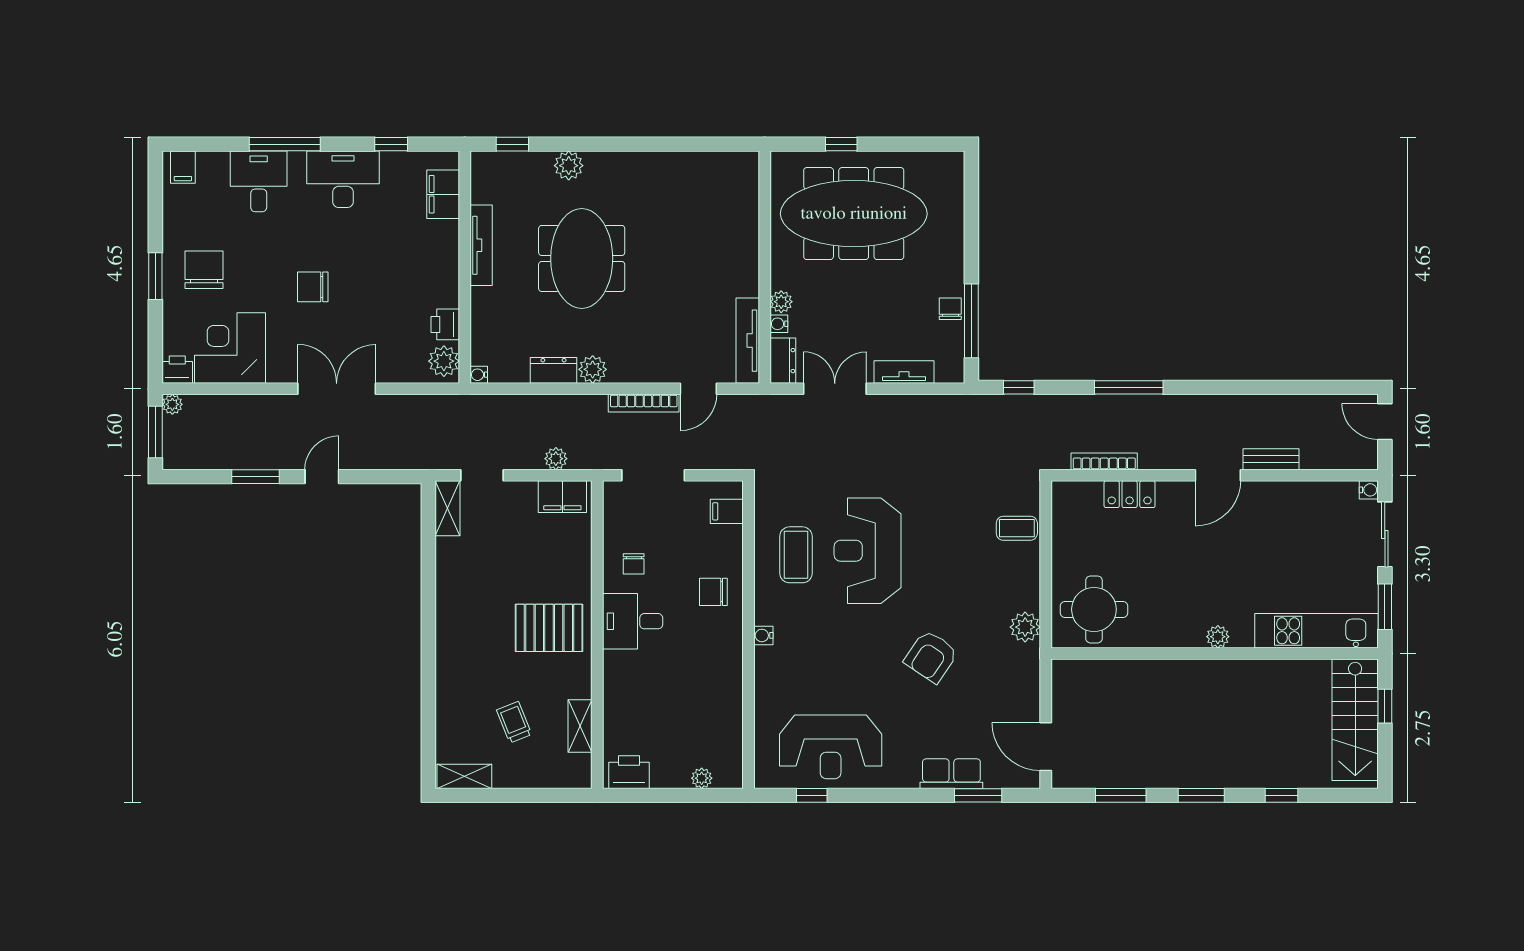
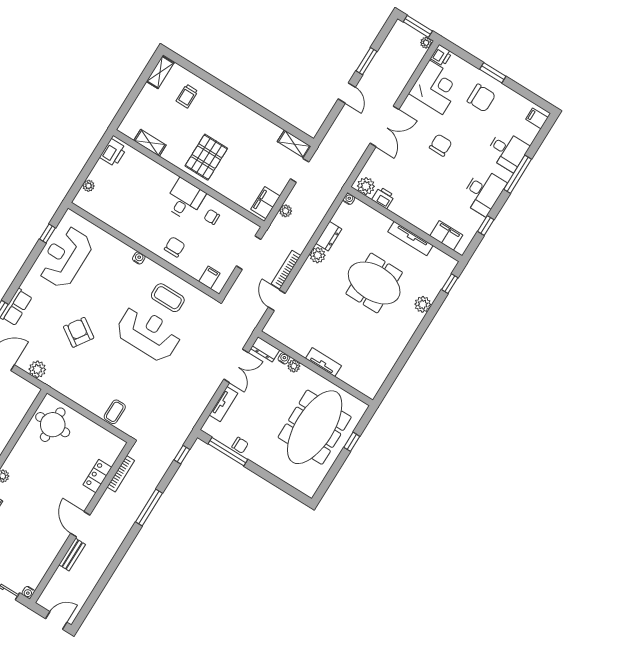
tv unit: (748, 341) -> (323, 362), moved, width x0.71
plant: (1025, 627) -> (37, 369), moved
trolley: (514, 722) -> (187, 96), moved, turned 112

